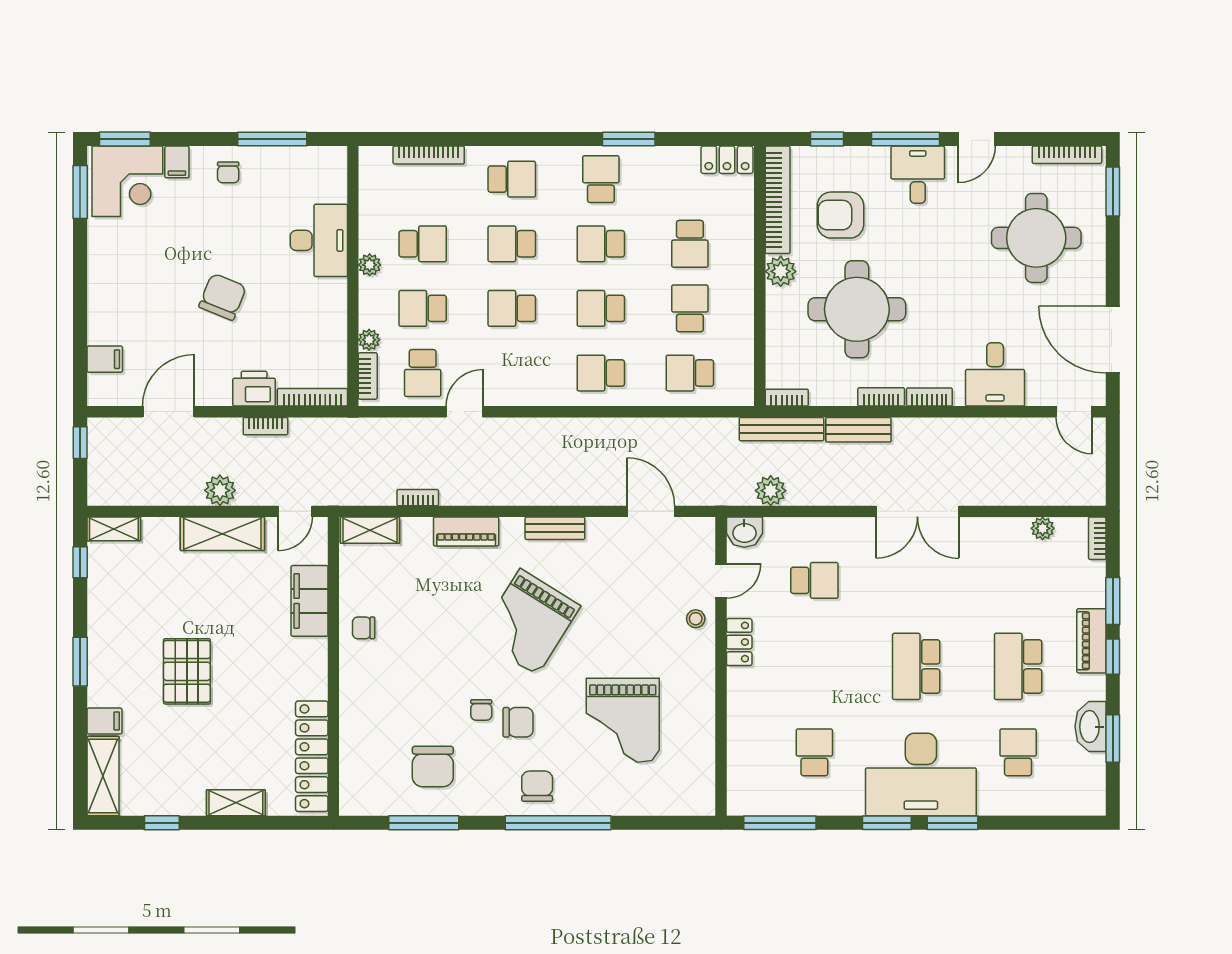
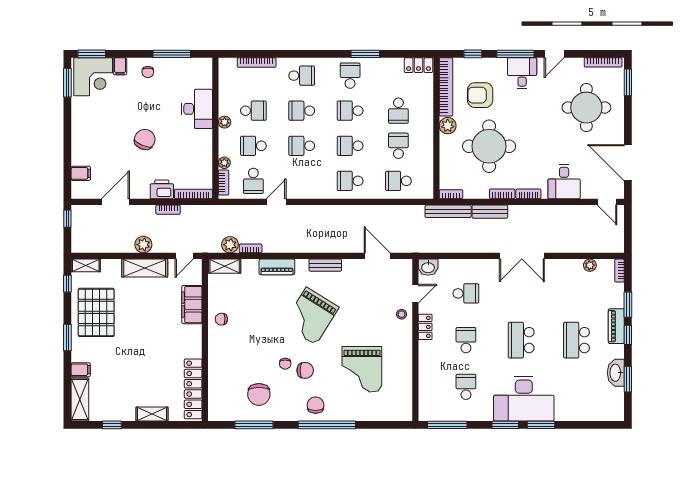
plant: (771, 491) -> (230, 245), moved
pallet: (187, 671) -> (96, 312), moved, width x1.37, depth x1.41
school desk: (1018, 752) -> (466, 340), moved

